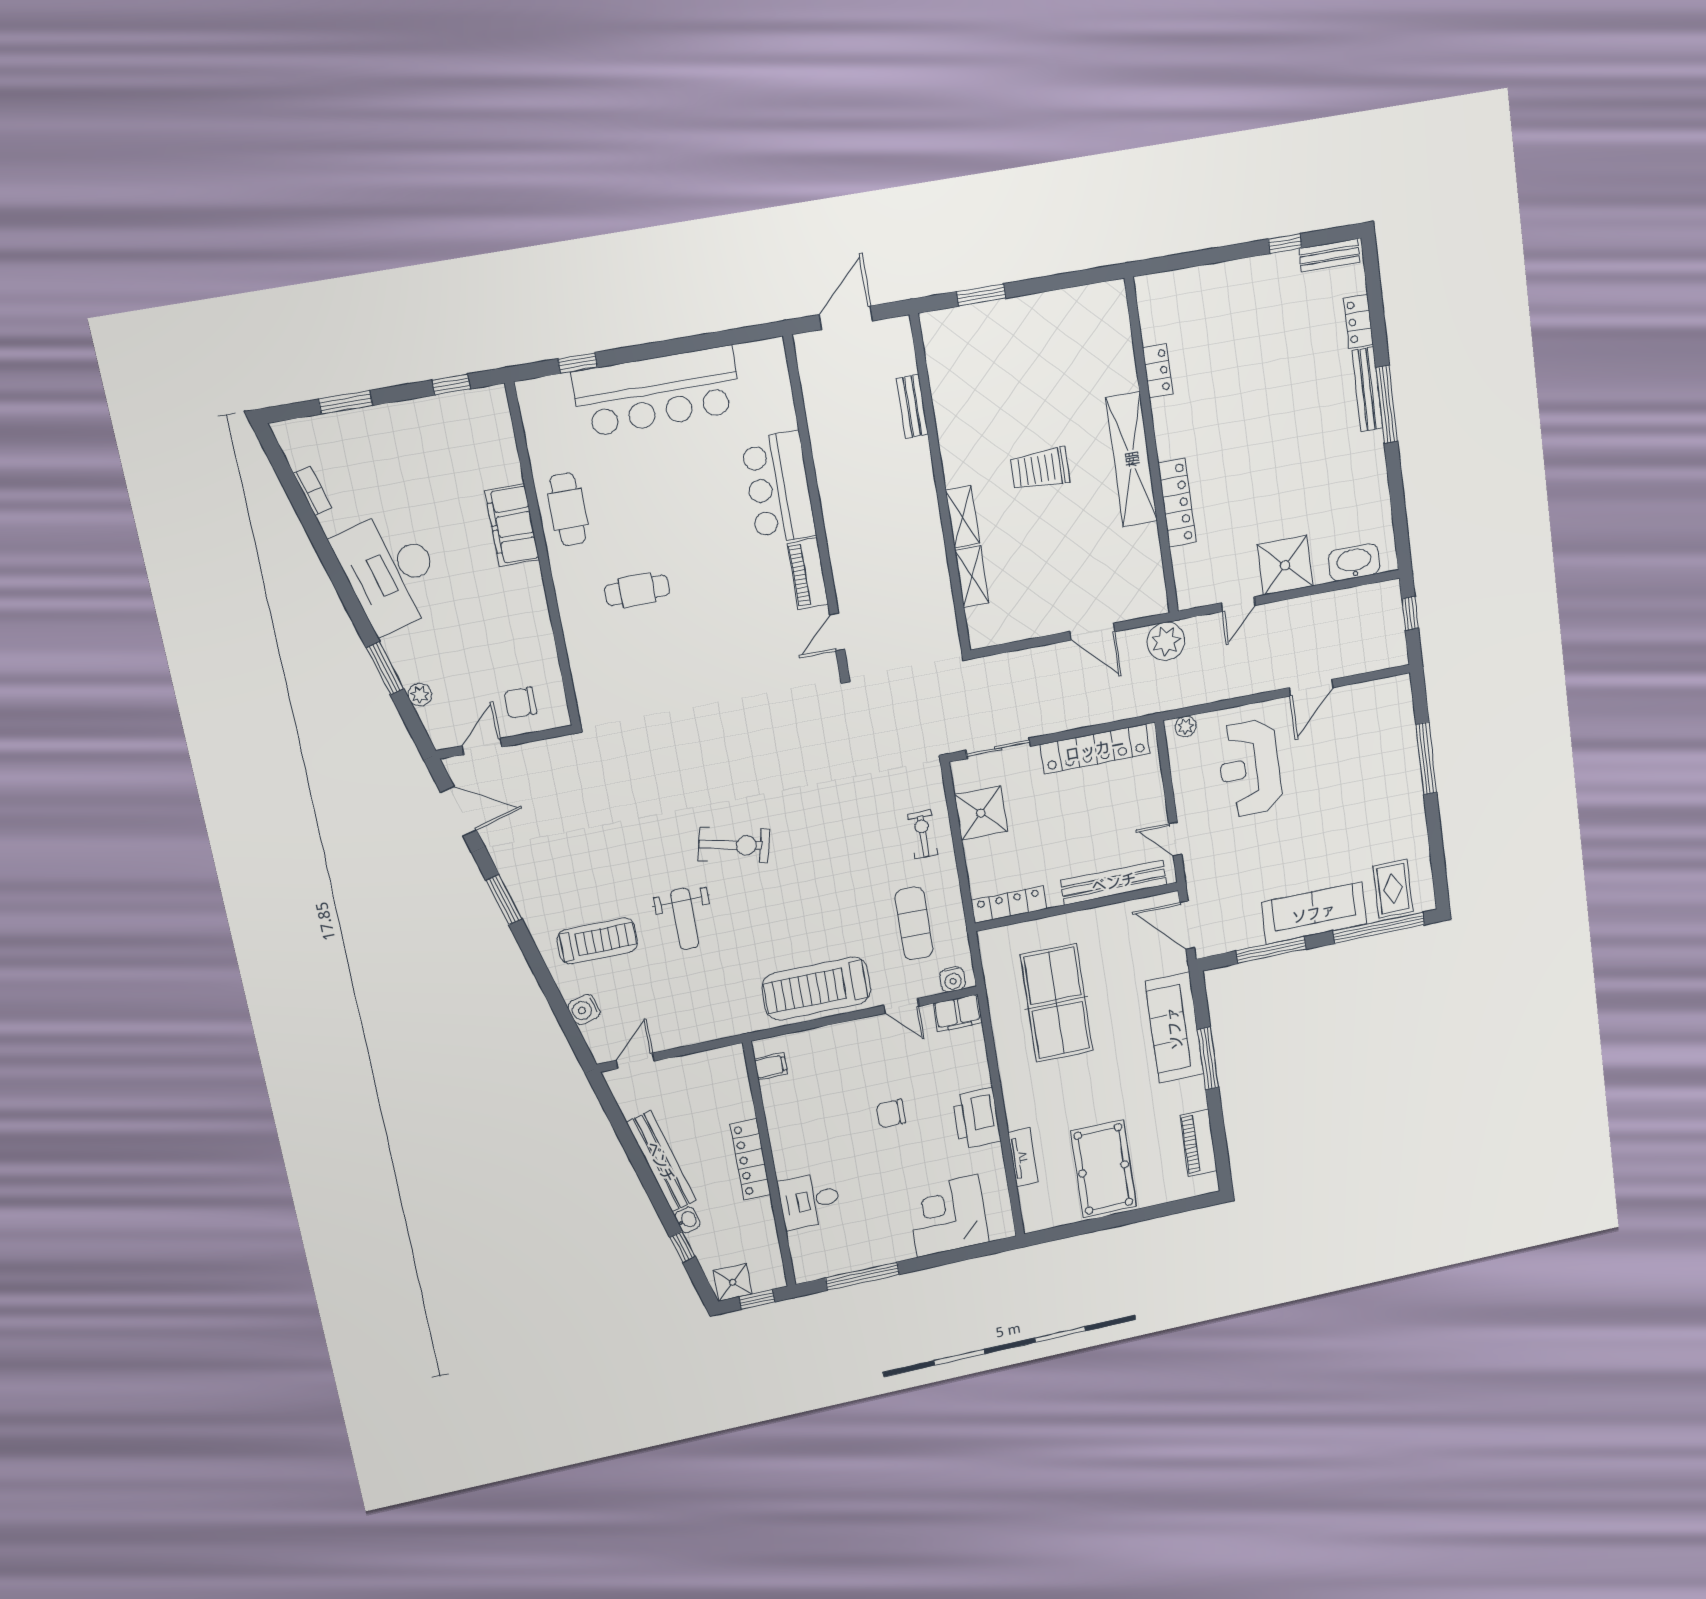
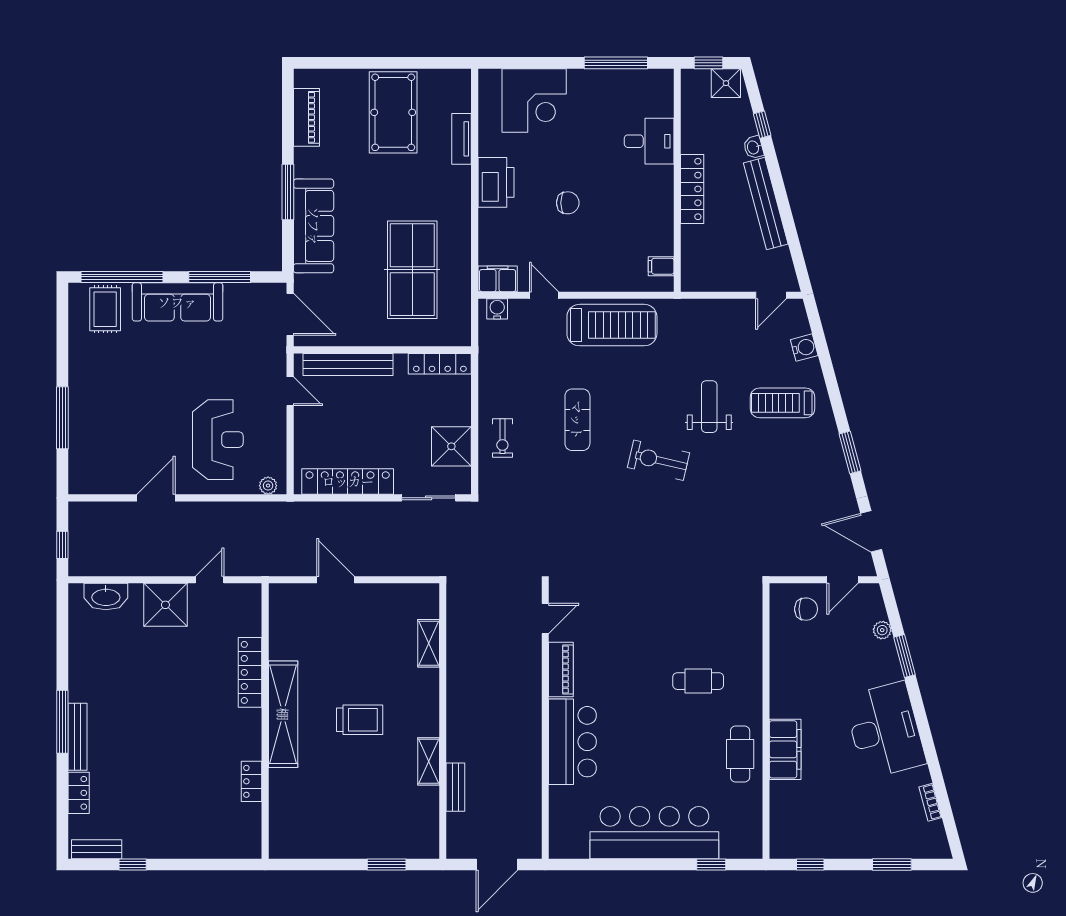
shelving: (963, 517) -> (429, 761), moved
plant: (1166, 641) -> (275, 560), removed
exercise mat: (914, 923) -> (577, 420), moved

